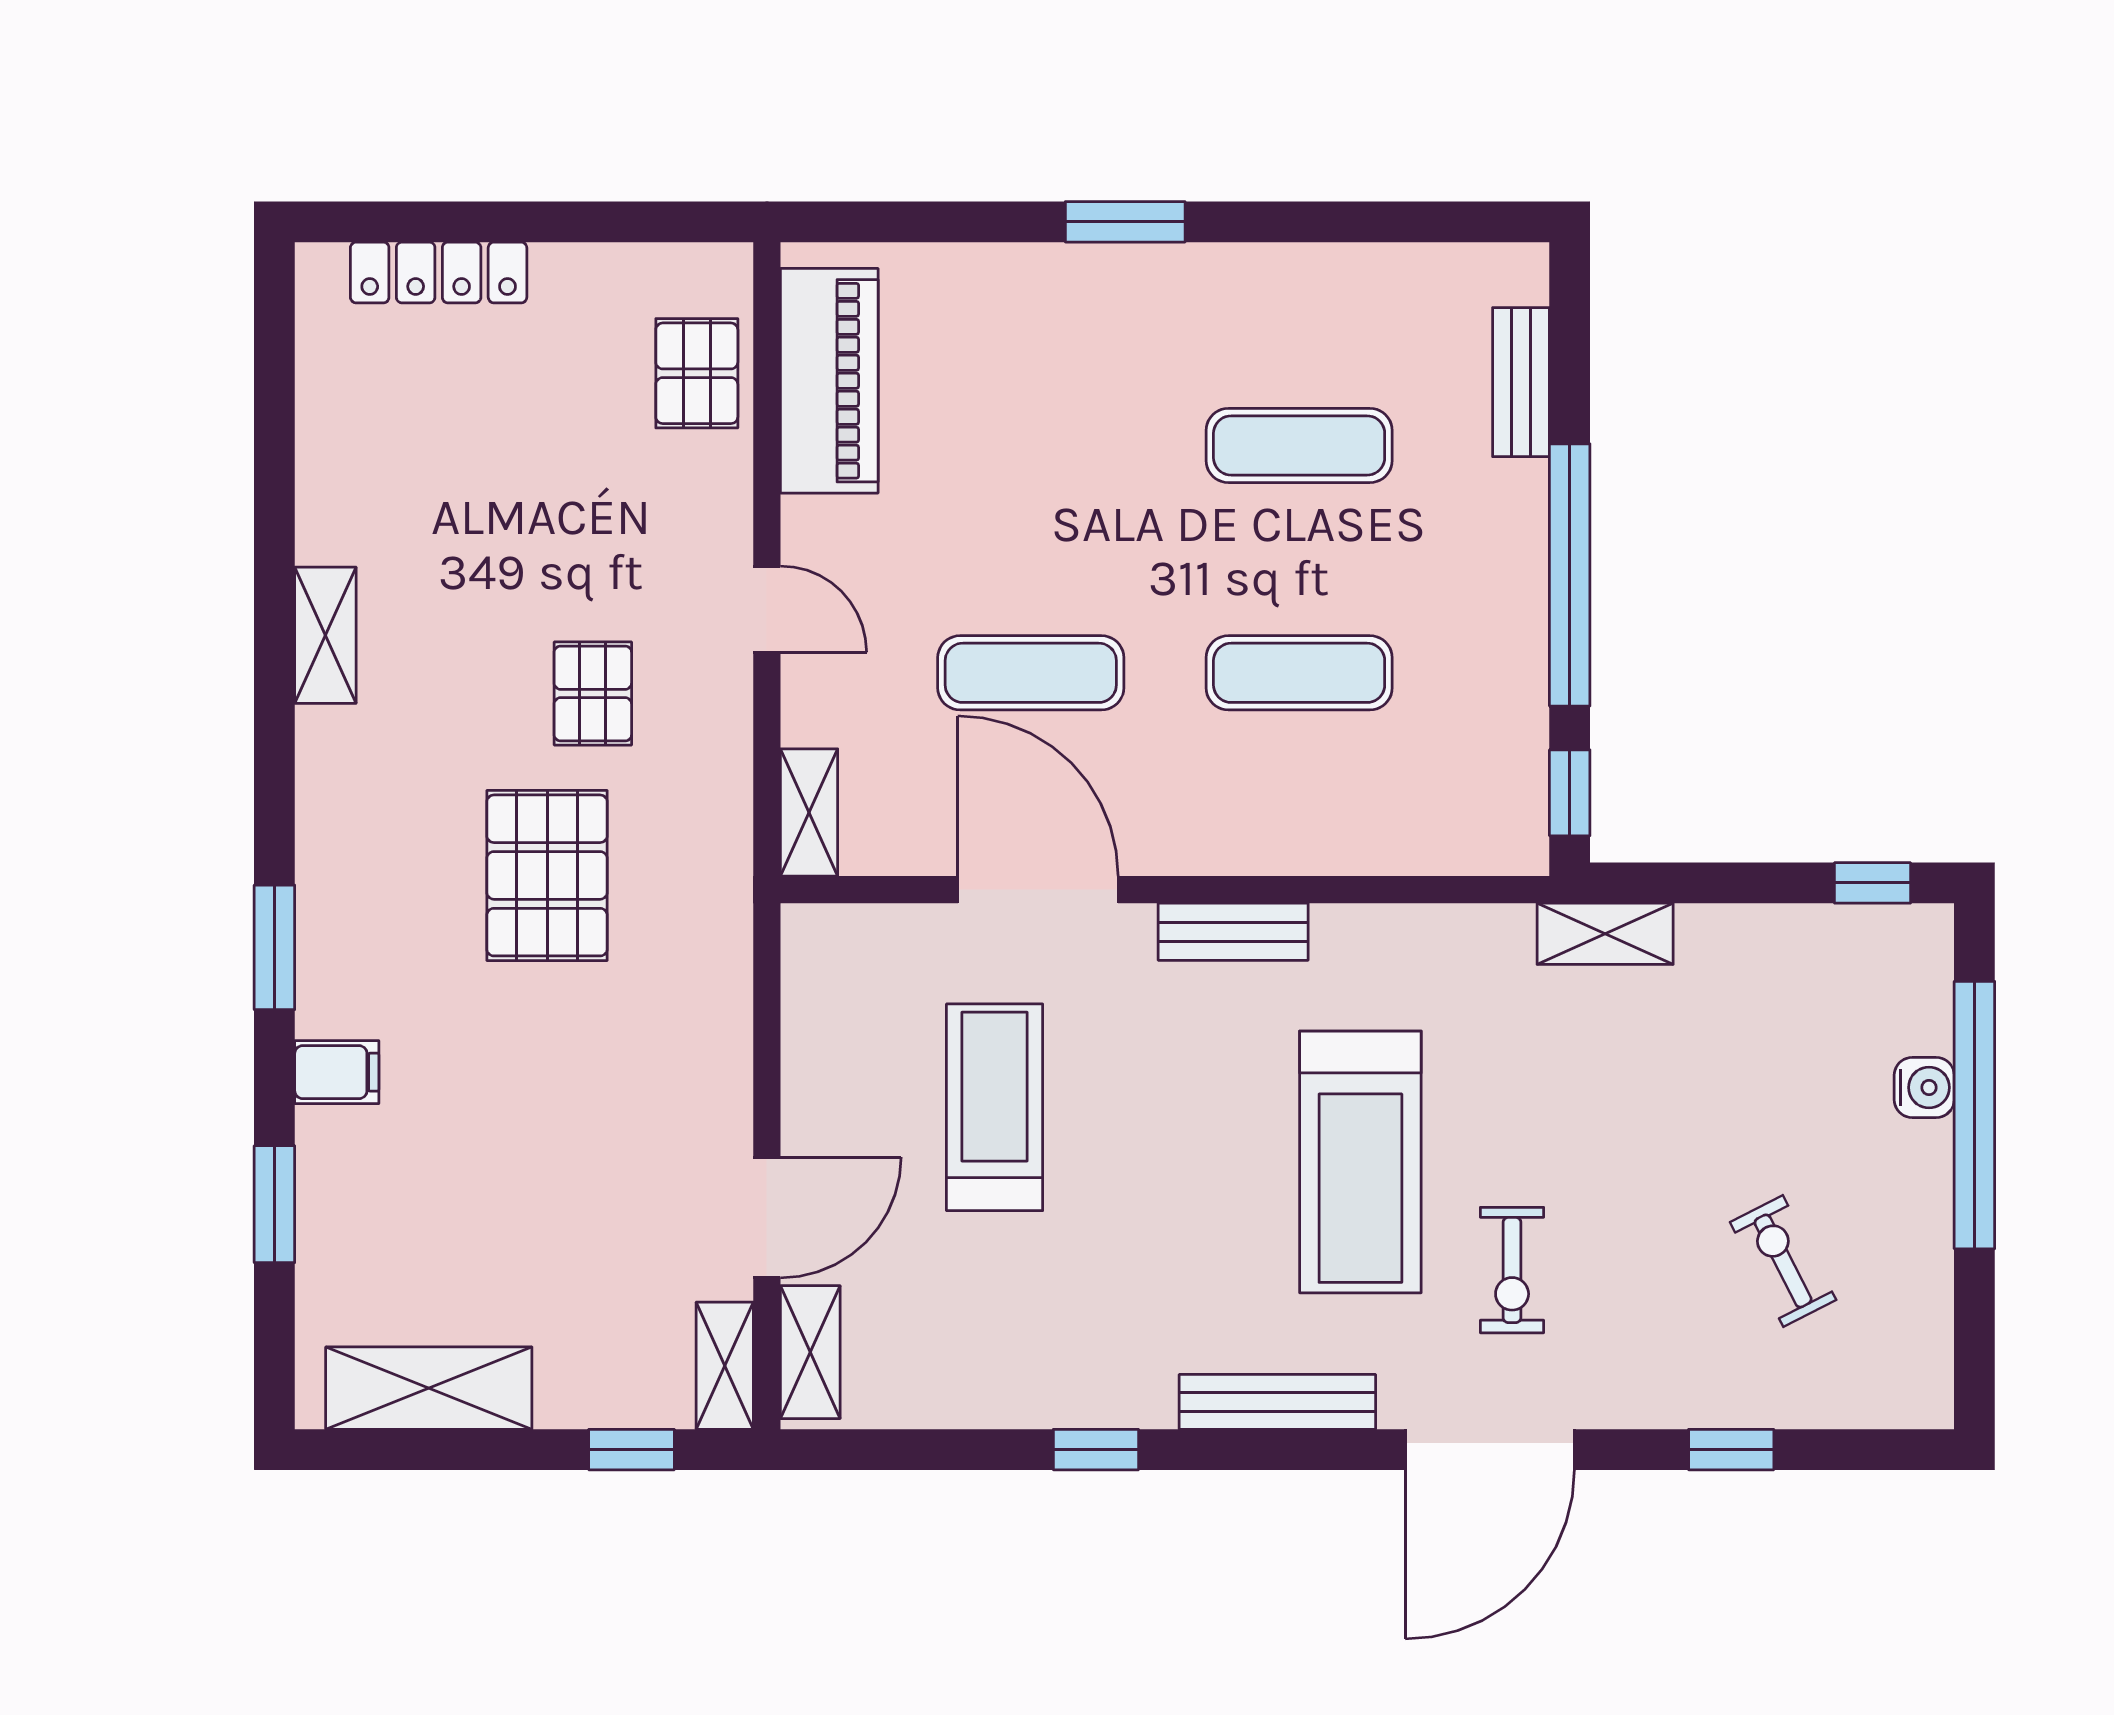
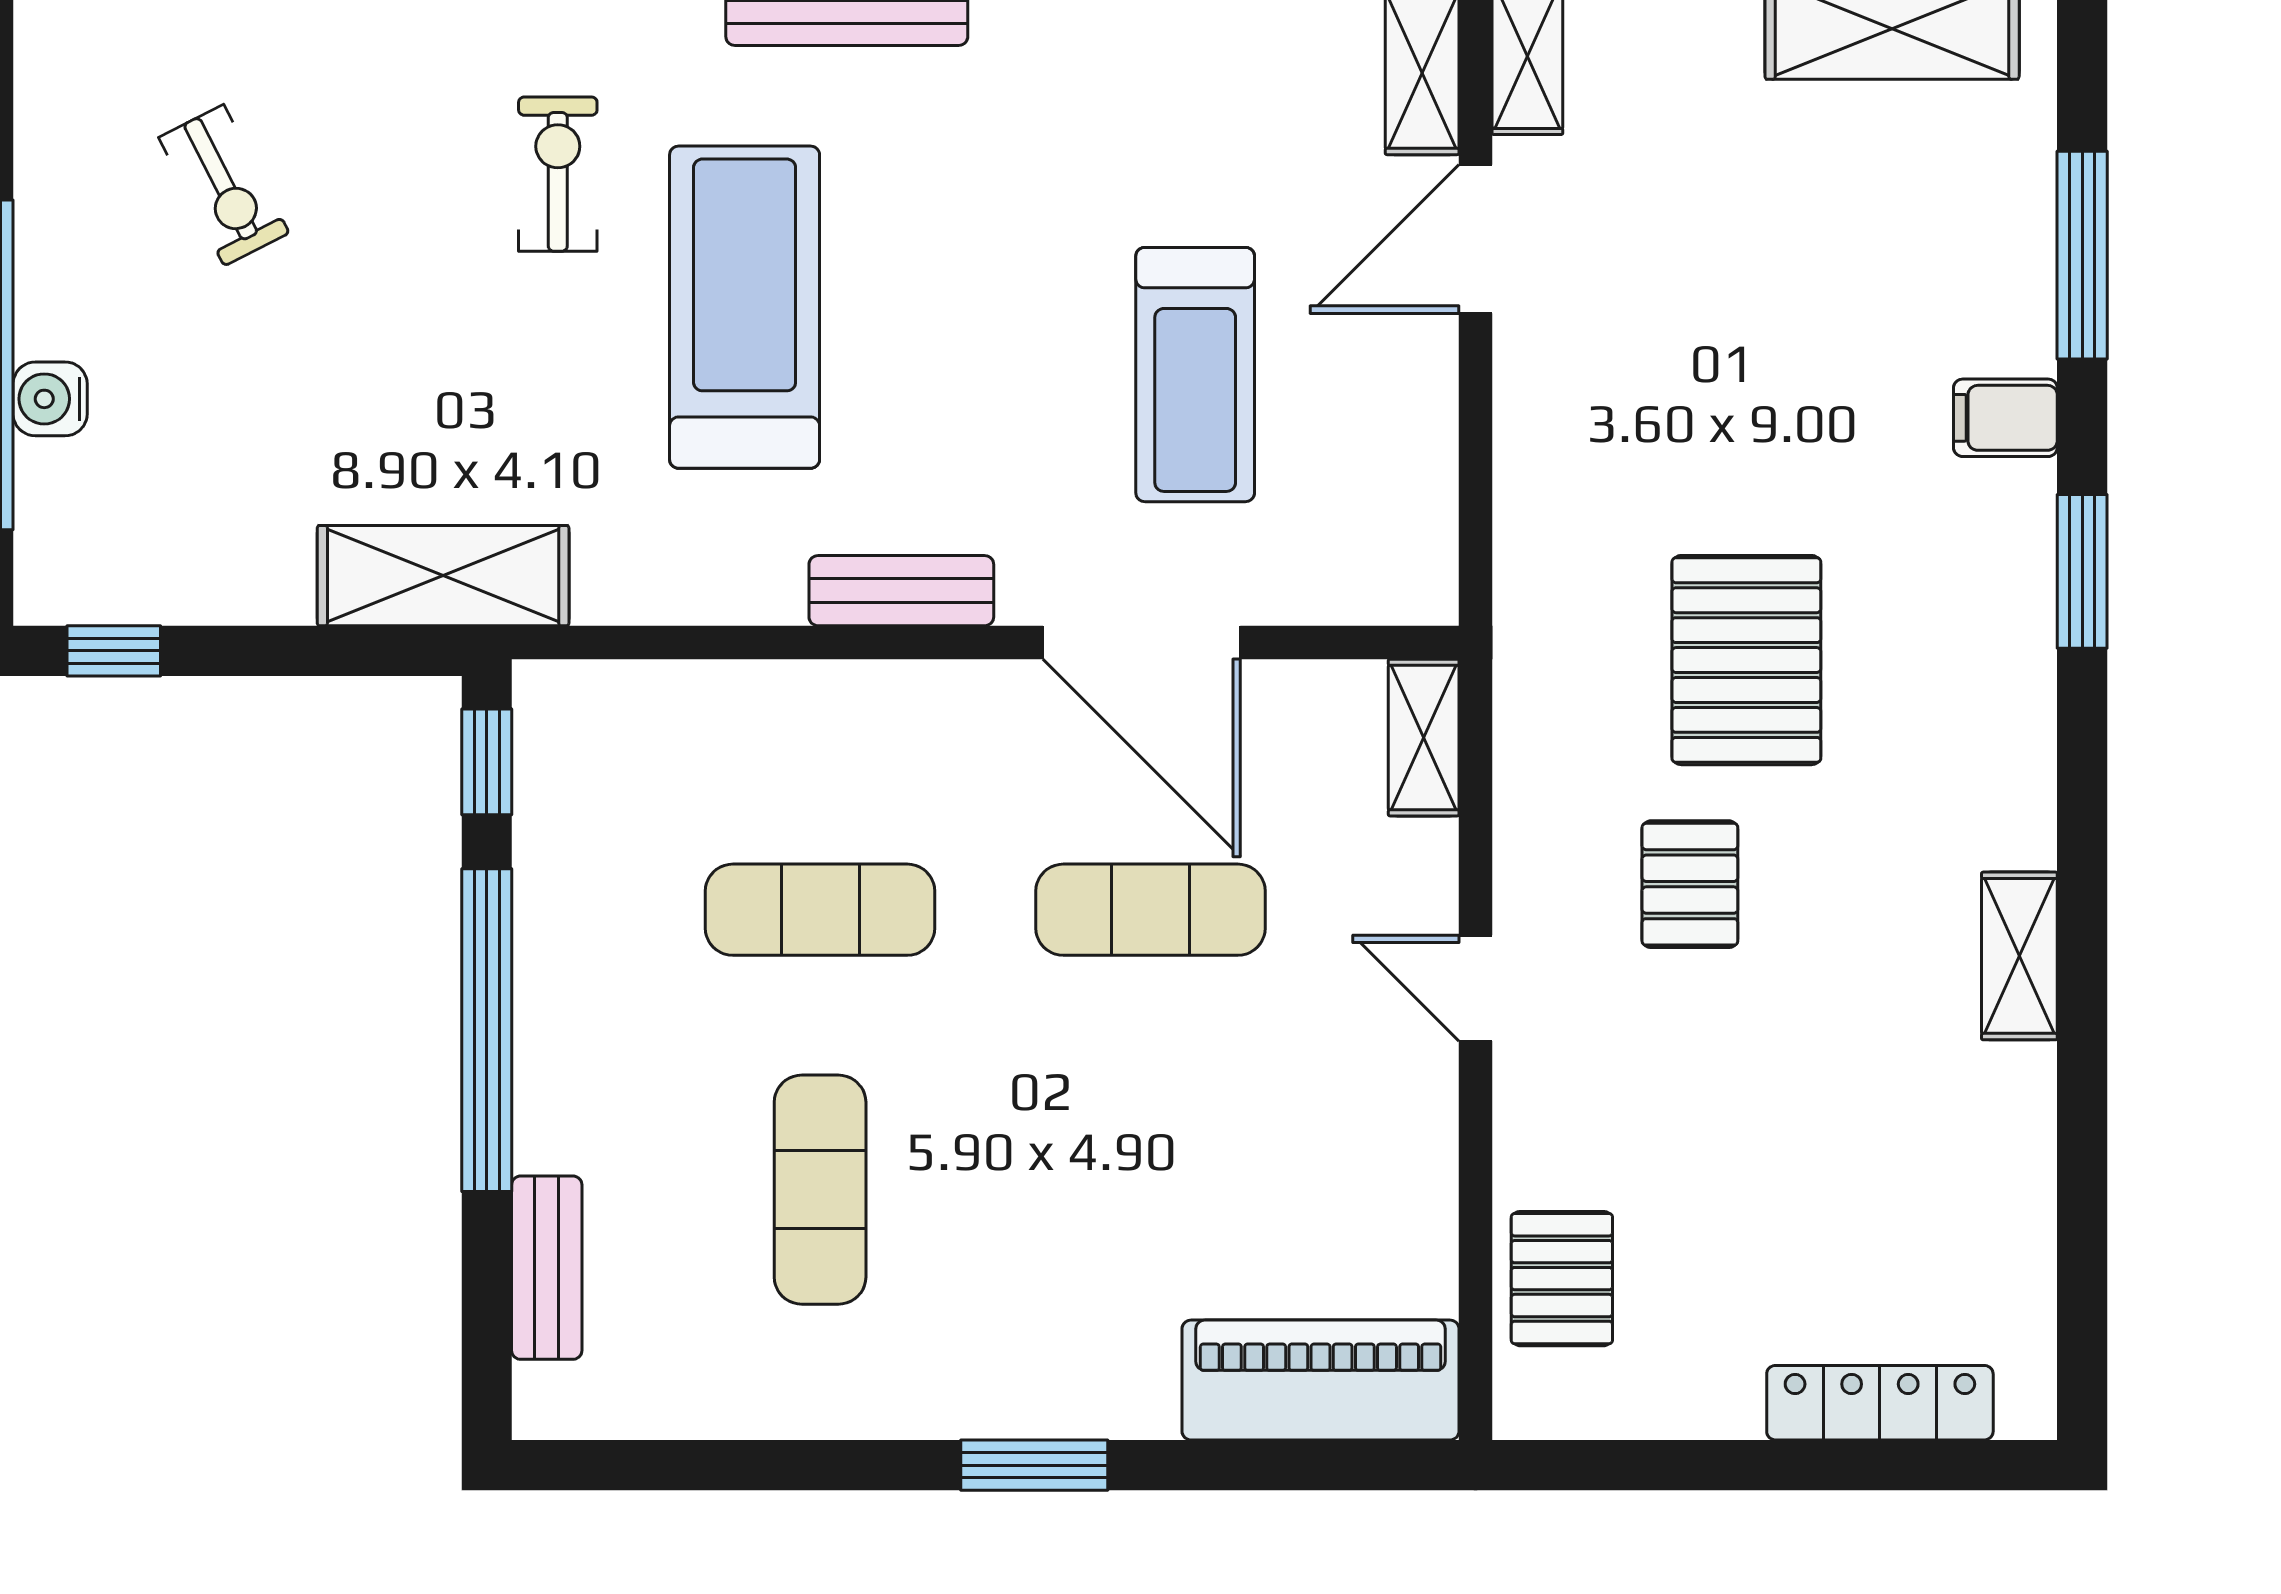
piano: (829, 381) -> (1321, 1380), moved, turned 90
exercise mat: (1299, 445) -> (820, 1190), turned 90
shelving: (1605, 934) -> (443, 576), width x1.50, depth x1.33
window: (274, 1204) -> (2082, 255), width x1.44

